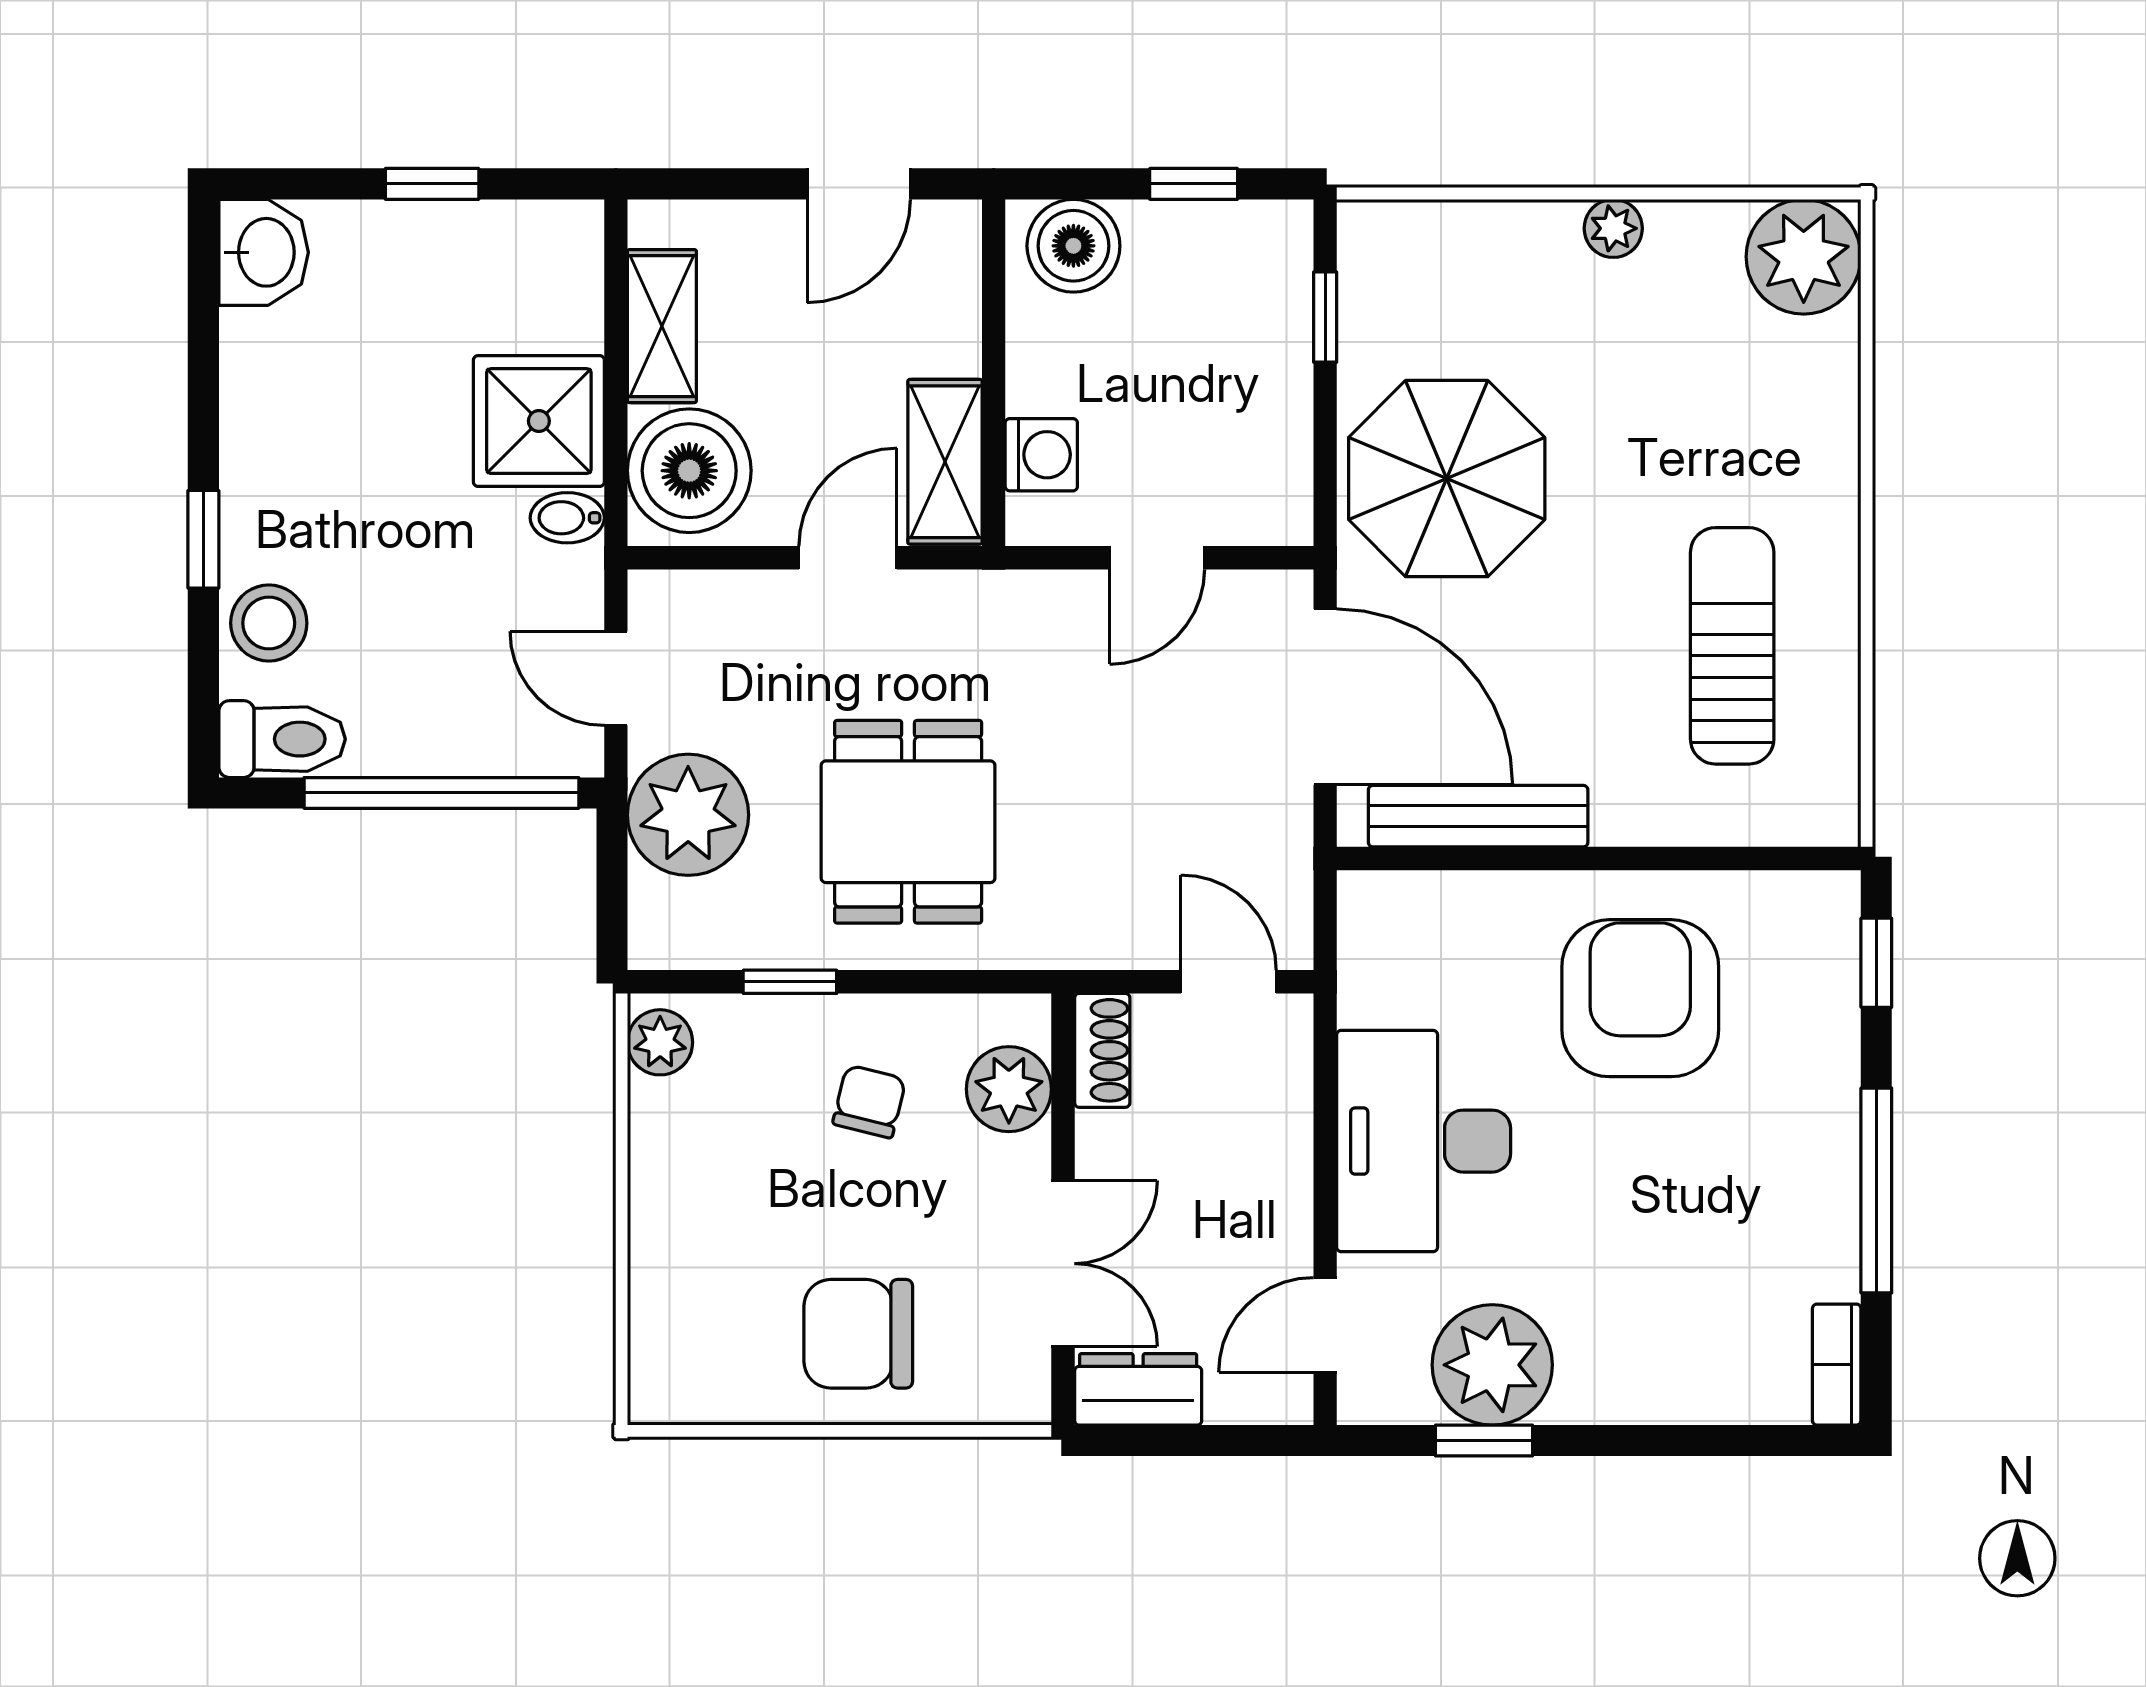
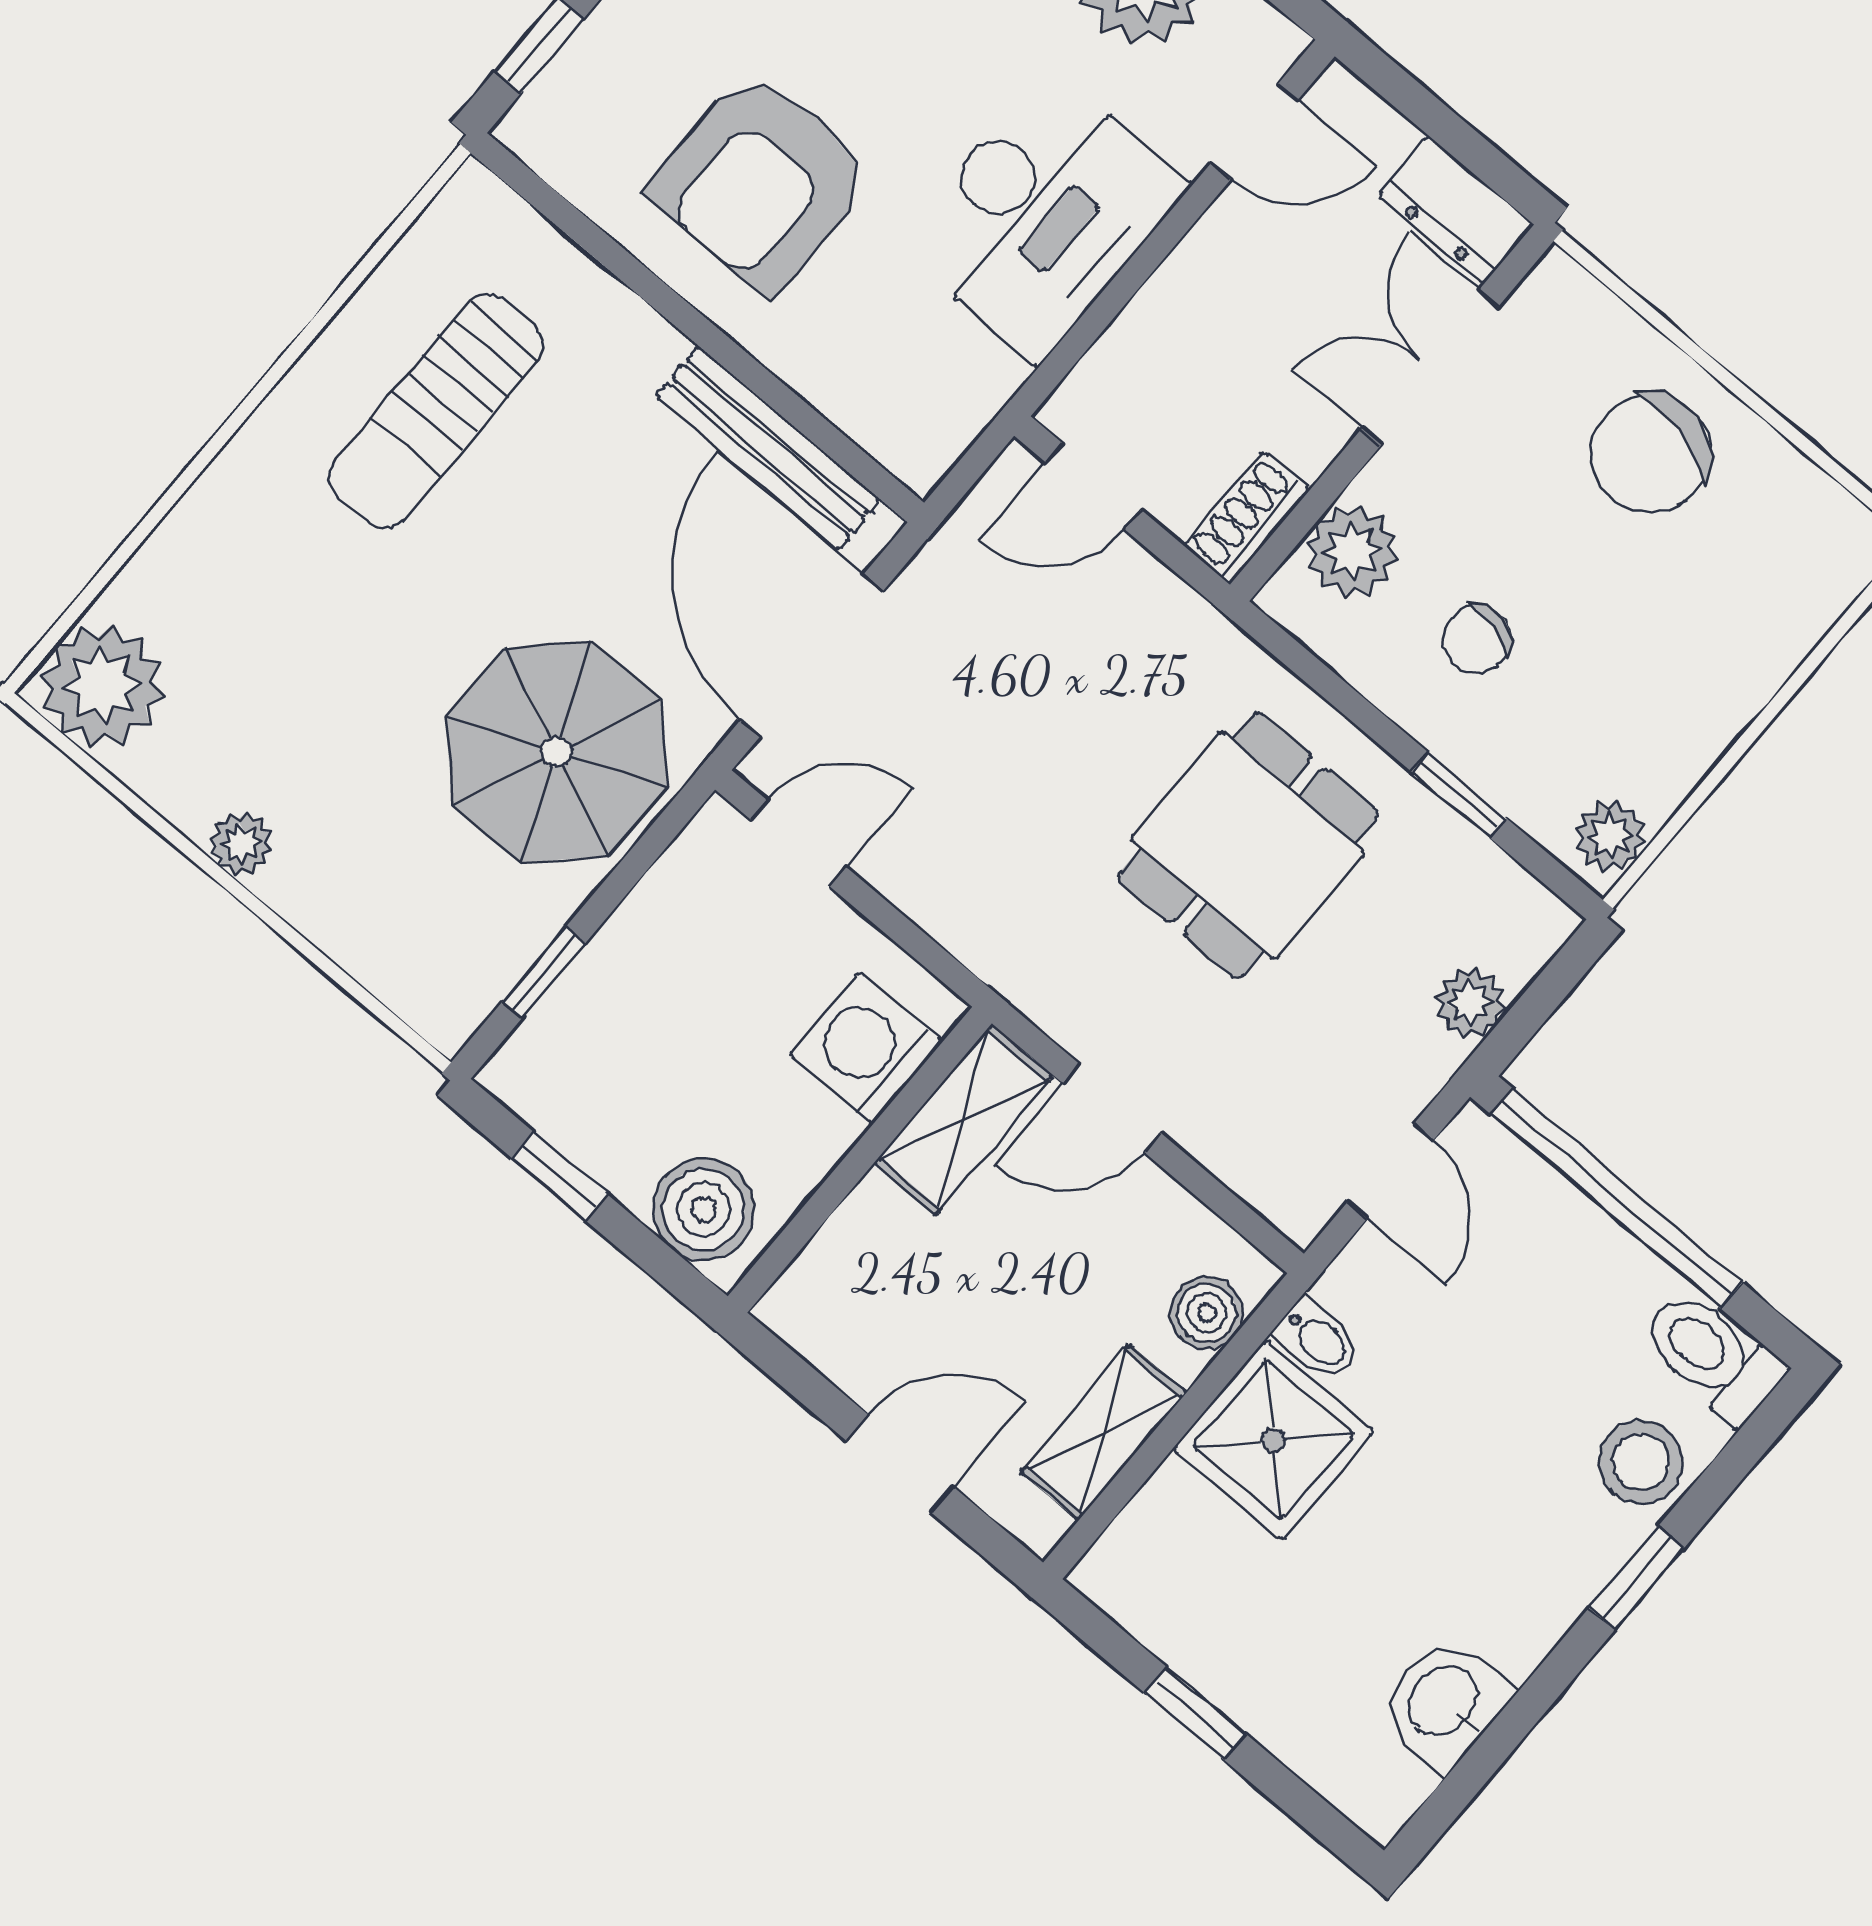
door: (859, 184) -> (900, 1464), moved
washbasin: (264, 252) -> (1445, 1703), moved
washing machine: (1041, 455) -> (866, 1048), width x1.38, depth x1.38
boiler: (689, 471) -> (1207, 1313), width x0.54, depth x0.54
door: (1157, 558) -> (798, 843), moved
plant: (688, 815) -> (1470, 1003), width x0.53, depth x0.53
door: (1229, 982) -> (1093, 486), hinge flipped
chair: (858, 1334) -> (1650, 453), turned 103

